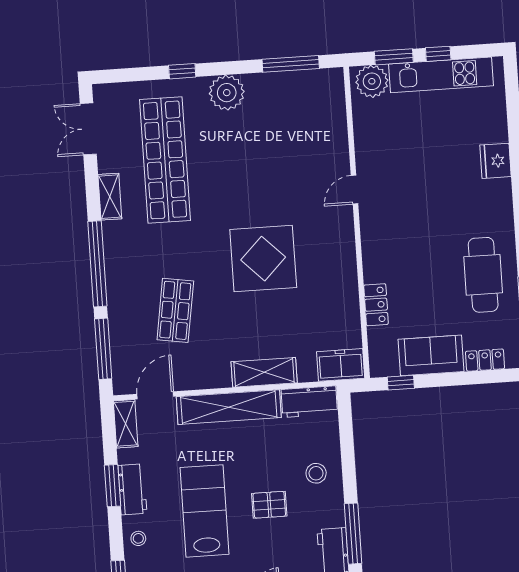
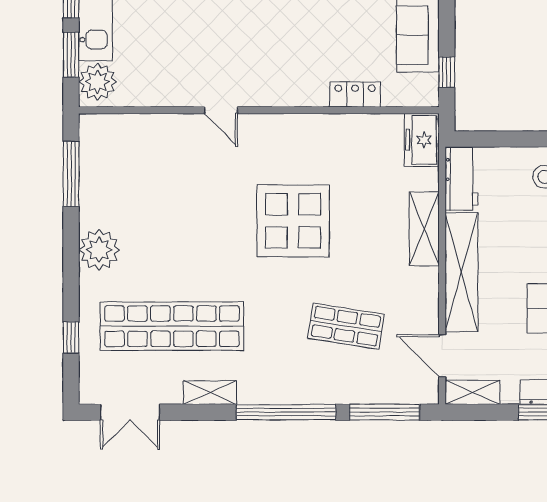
window: (182, 71) -> (71, 338), moved

